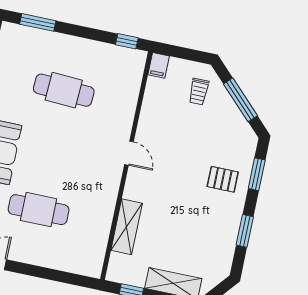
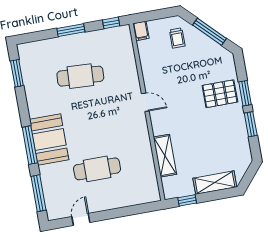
window: (38, 22) -> (71, 30), moved
window: (257, 174) -> (245, 93), moved
pallet: (223, 179) -> (220, 94), width x1.50, depth x1.42

